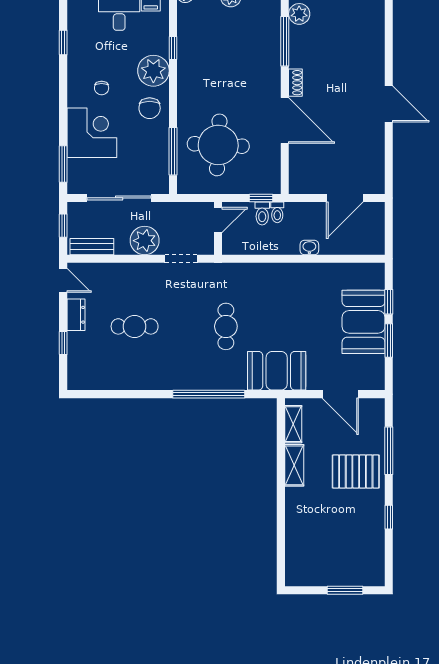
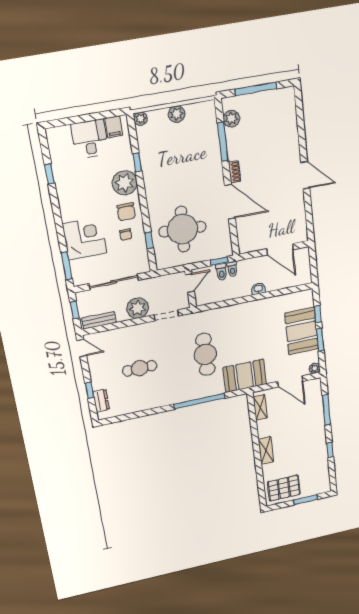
chair: (102, 88) -> (126, 235), moved
window: (173, 151) -> (149, 240), width x0.46
door: (345, 198) -> (280, 249), hinge flipped
dresser: (76, 315) -> (101, 401), moved
cafe table: (226, 326) -> (205, 354), width x1.37, depth x1.35
plant: (377, 382) -> (315, 368), added
shelving: (294, 465) -> (266, 450), moved
pallet: (356, 472) -> (284, 488), moved

